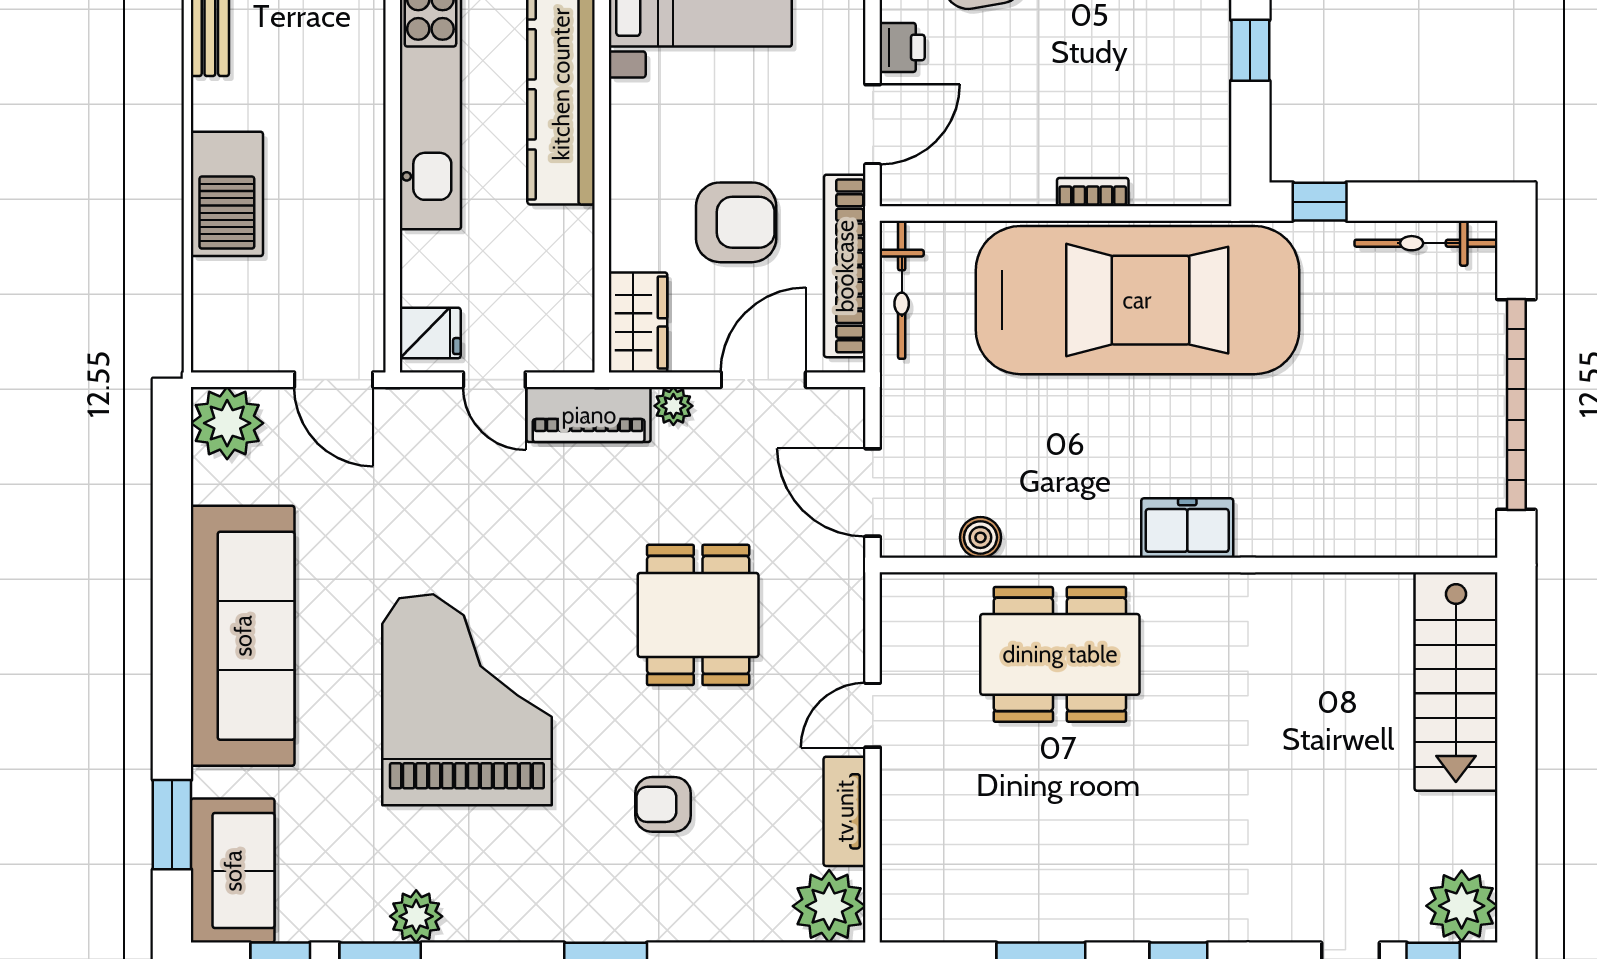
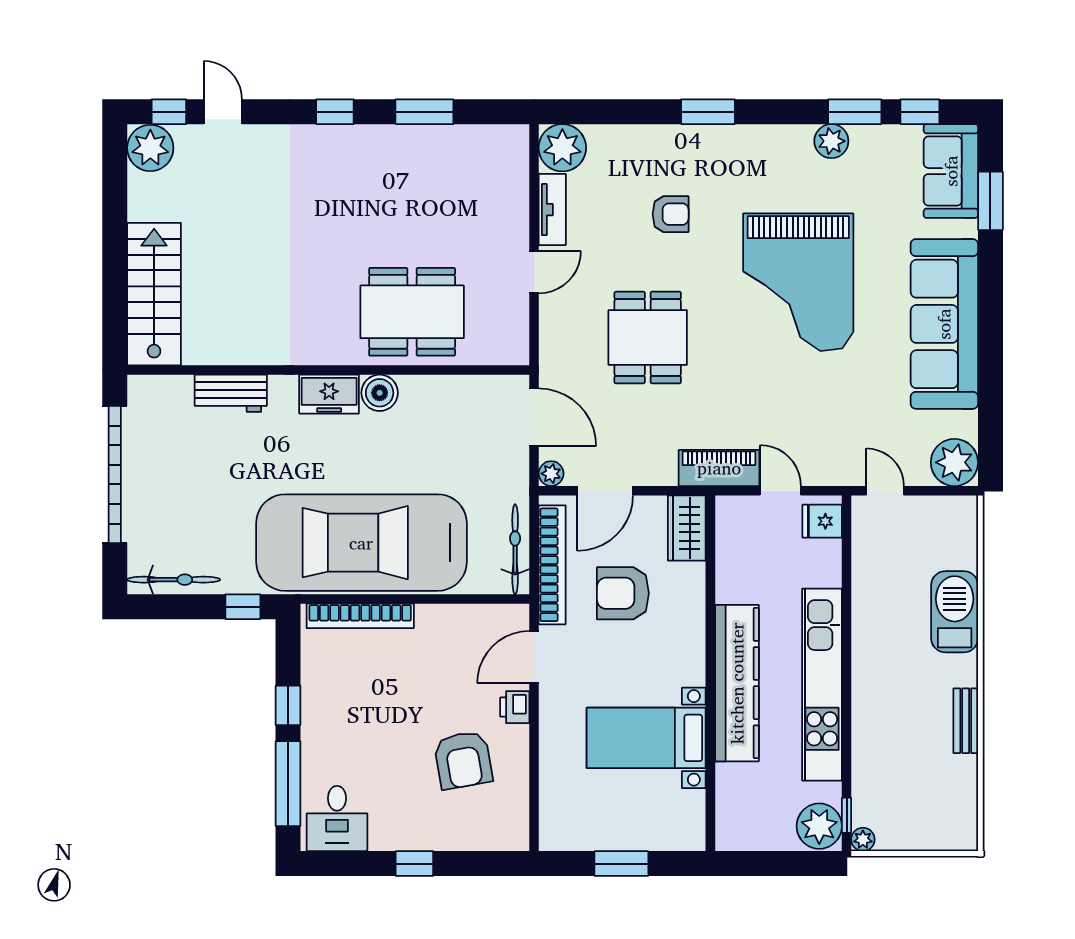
bookcase: (1093, 192) -> (360, 616), width x2.31, depth x1.31
door: (334, 380) -> (885, 491), width x0.73
plant: (673, 406) -> (551, 474), moved
workbench: (1338, 529) -> (231, 393), added
boiler: (980, 537) -> (380, 393), moved, width x1.36, depth x1.36

